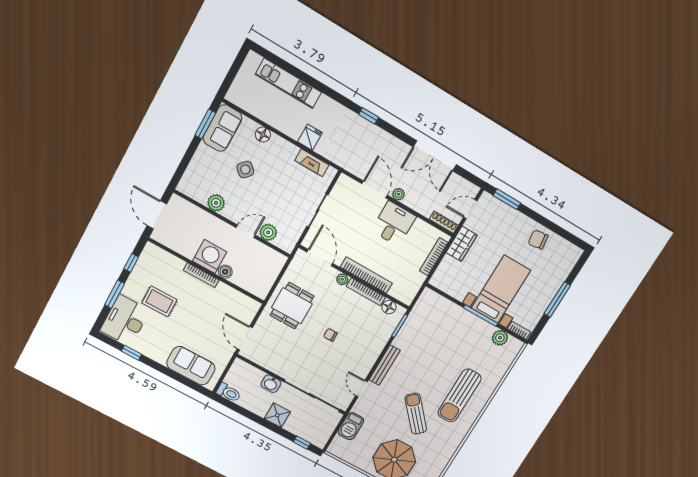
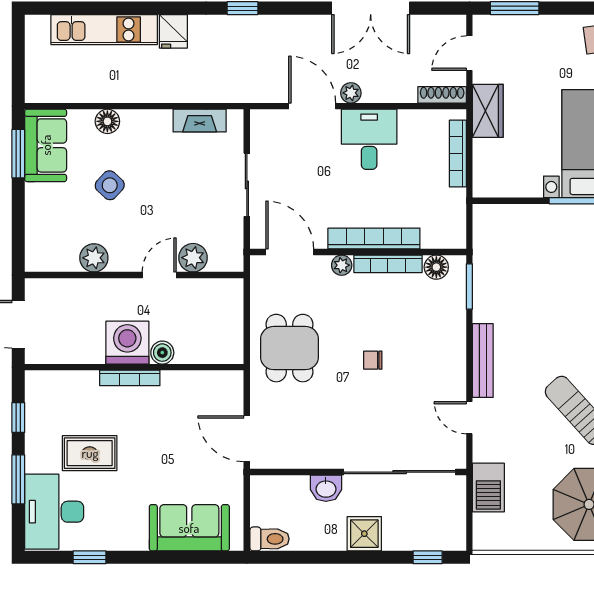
fridge: (310, 137) -> (173, 31), moved, turned 180

